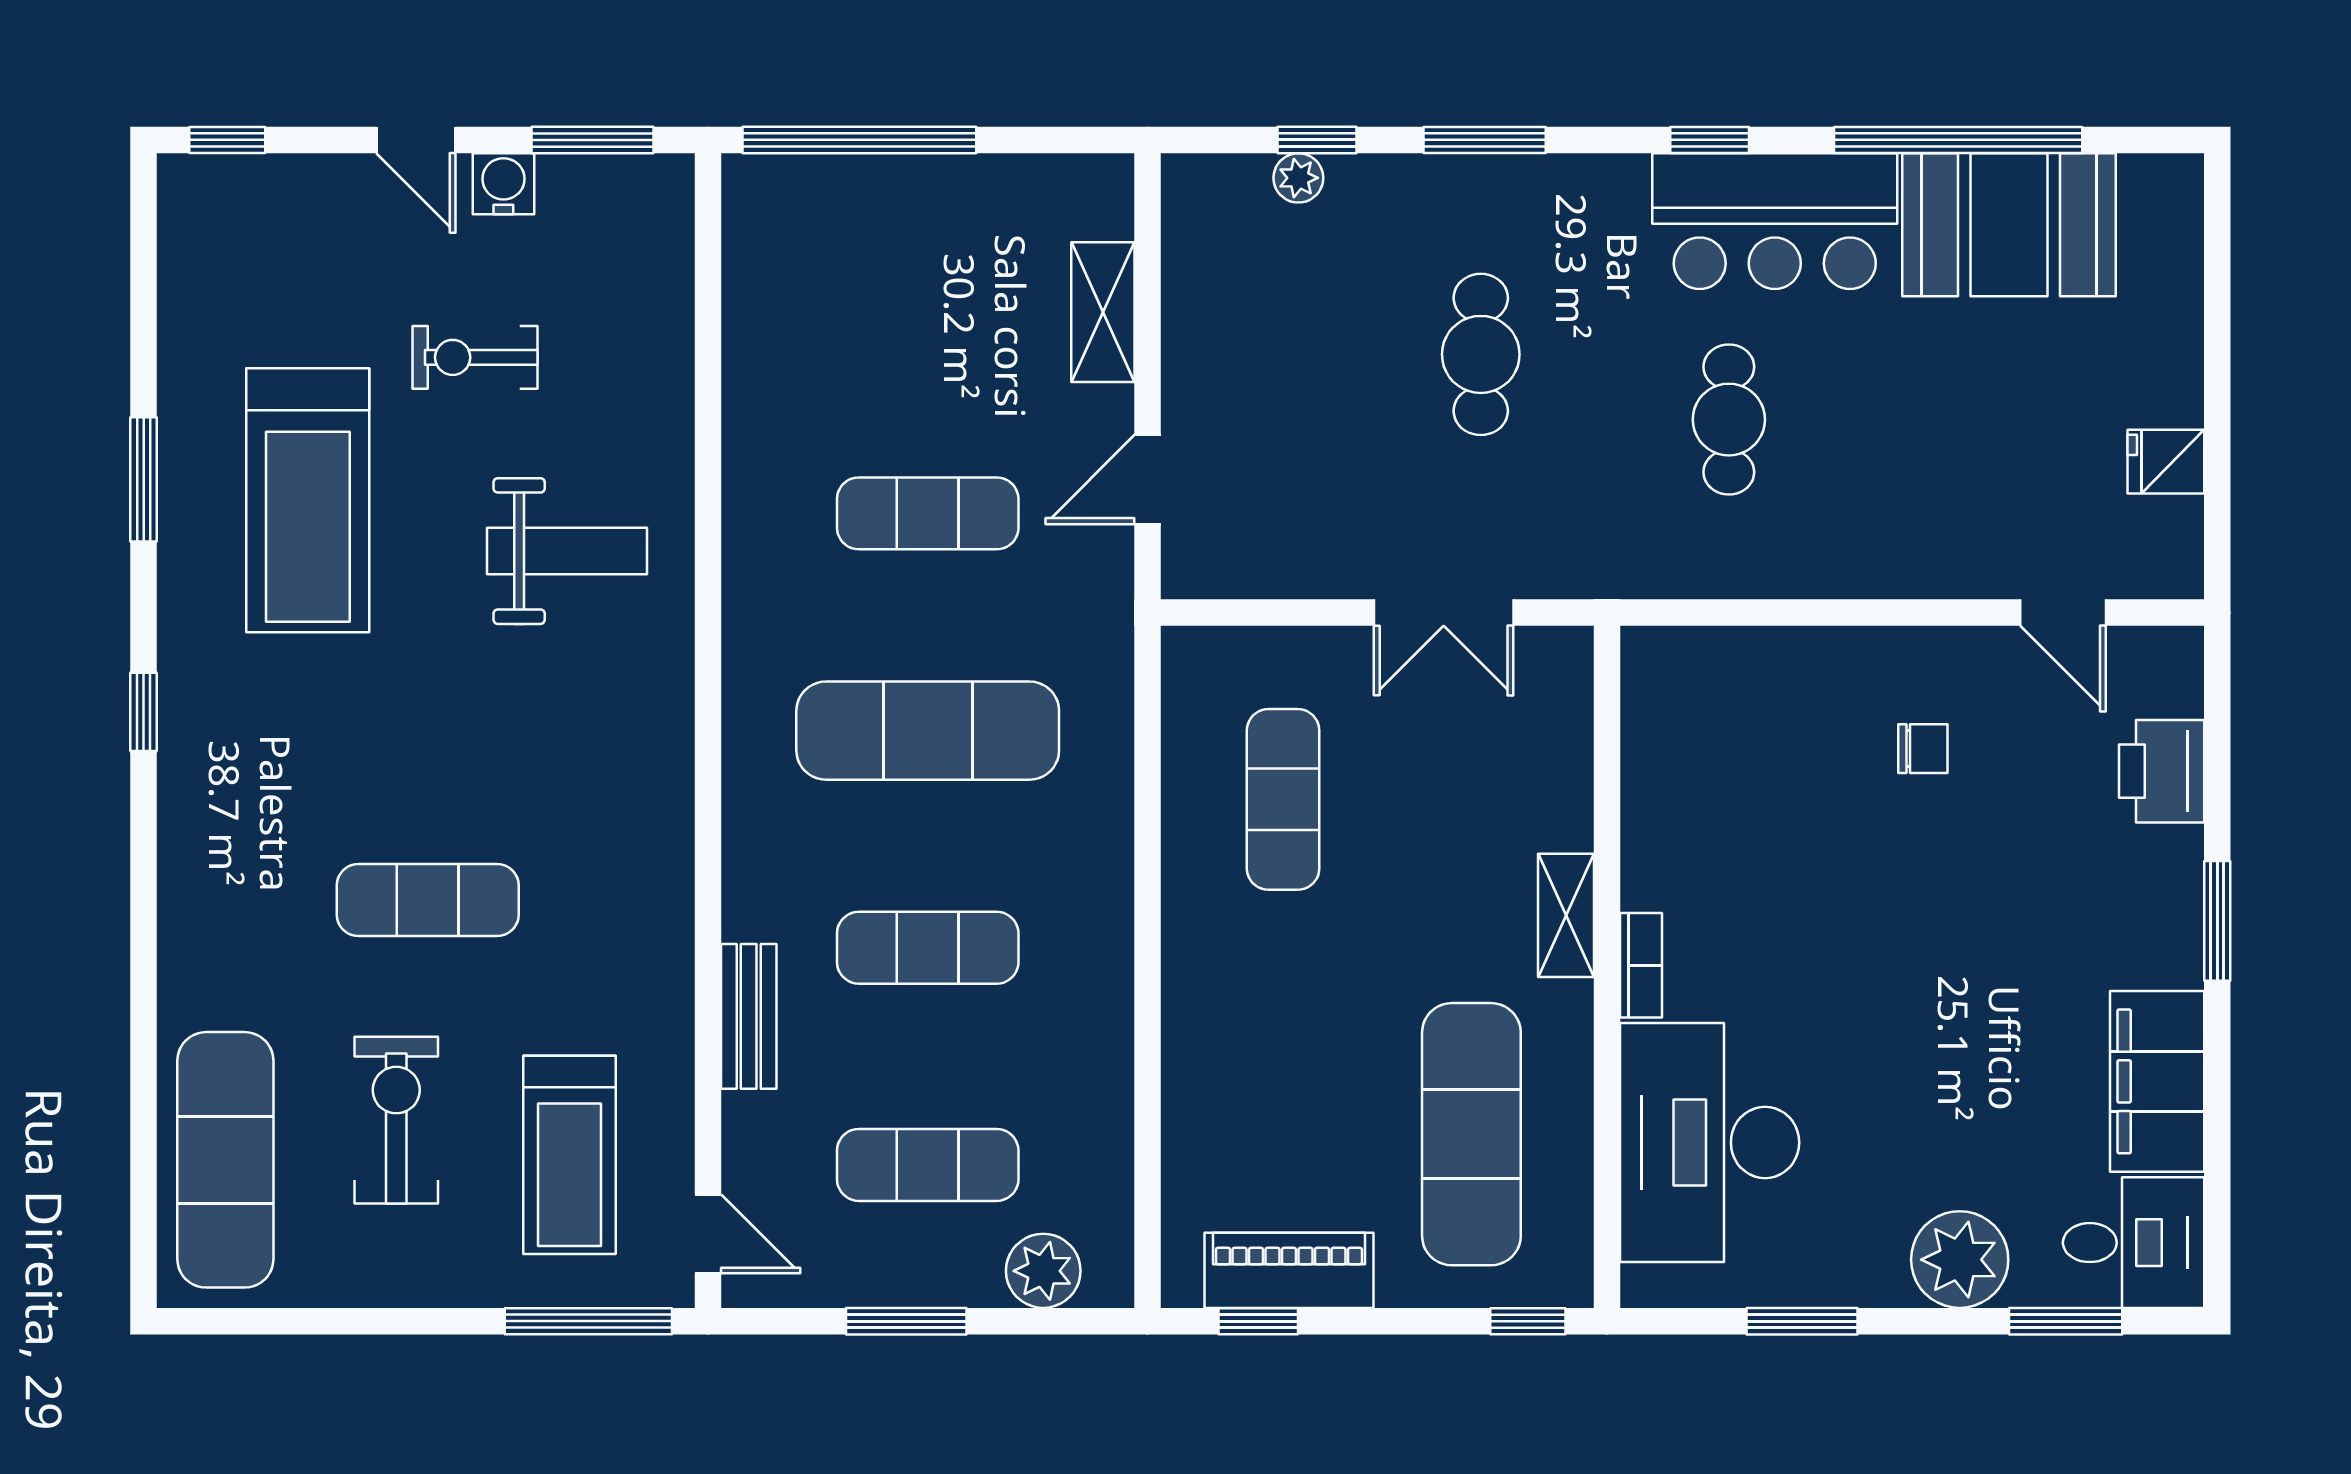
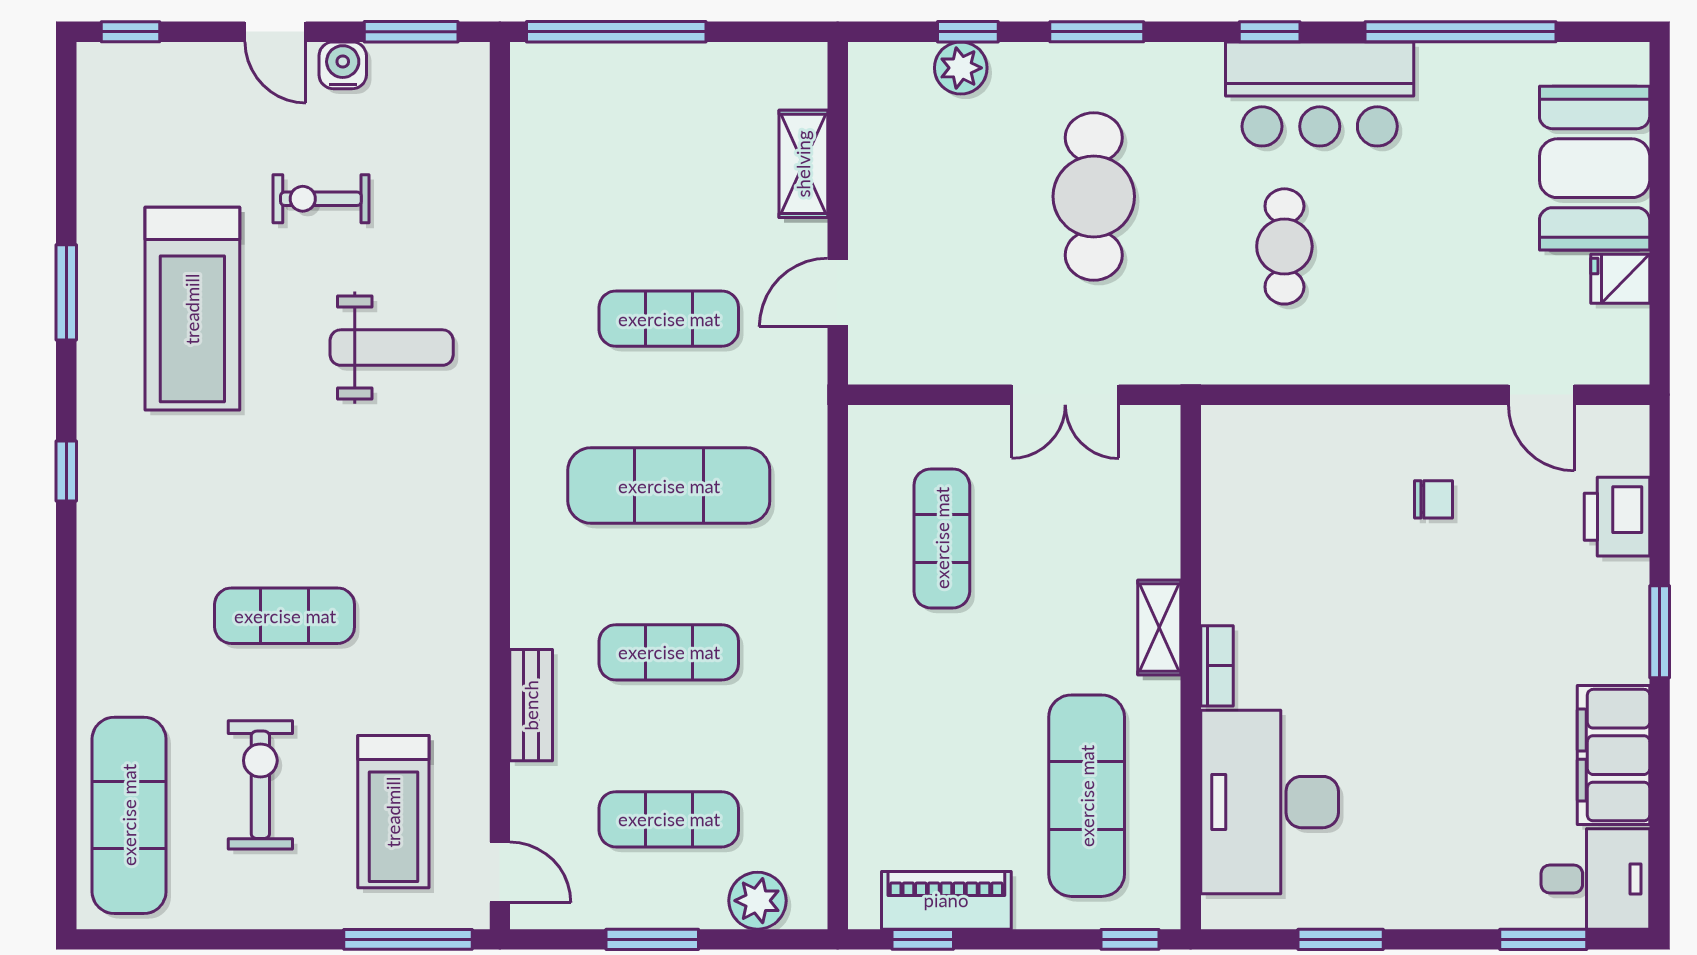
plant: (1298, 178) -> (961, 68), width x1.38, depth x1.38
booth: (2009, 225) -> (1595, 168), moved, turned 90
cafe table: (1481, 354) -> (1094, 196), width x1.37, depth x1.35
plant: (1960, 1260) -> (1462, 892), removed

